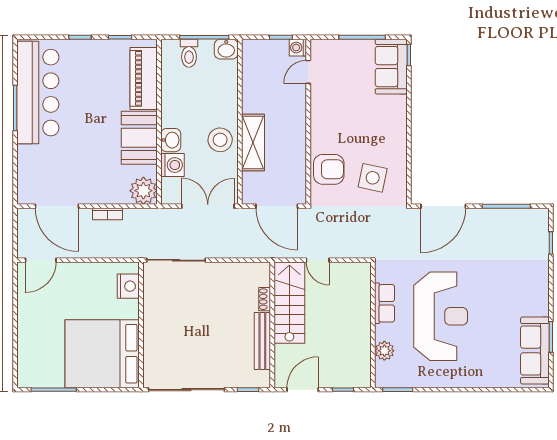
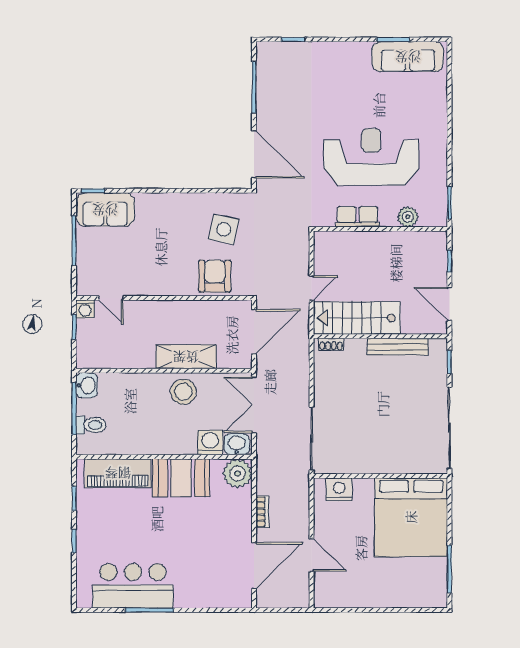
bar counter: (38, 93) -> (133, 586), width x0.73
washbasin: (171, 140) -> (237, 444), moved
door: (41, 260) -> (311, 555), moved
shoe rack: (265, 299) -> (331, 344), moved

